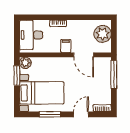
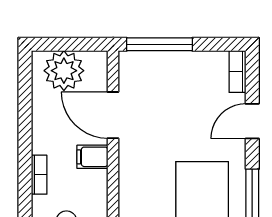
door: (84, 55) -> (113, 115), swing flipped
door: (81, 114) -> (252, 121), hinge flipped

